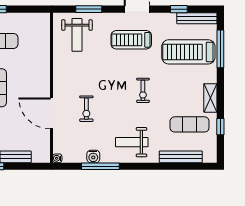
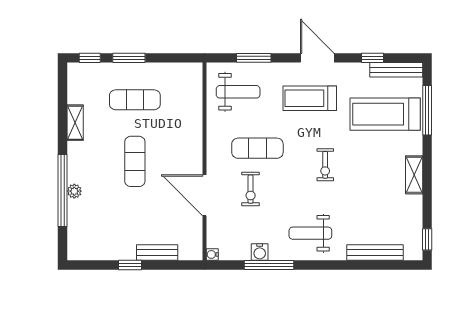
weight bench: (77, 35) -> (238, 92), turned -90
exercise mat: (190, 124) -> (257, 148), moved
window: (220, 127) -> (427, 239), moved

